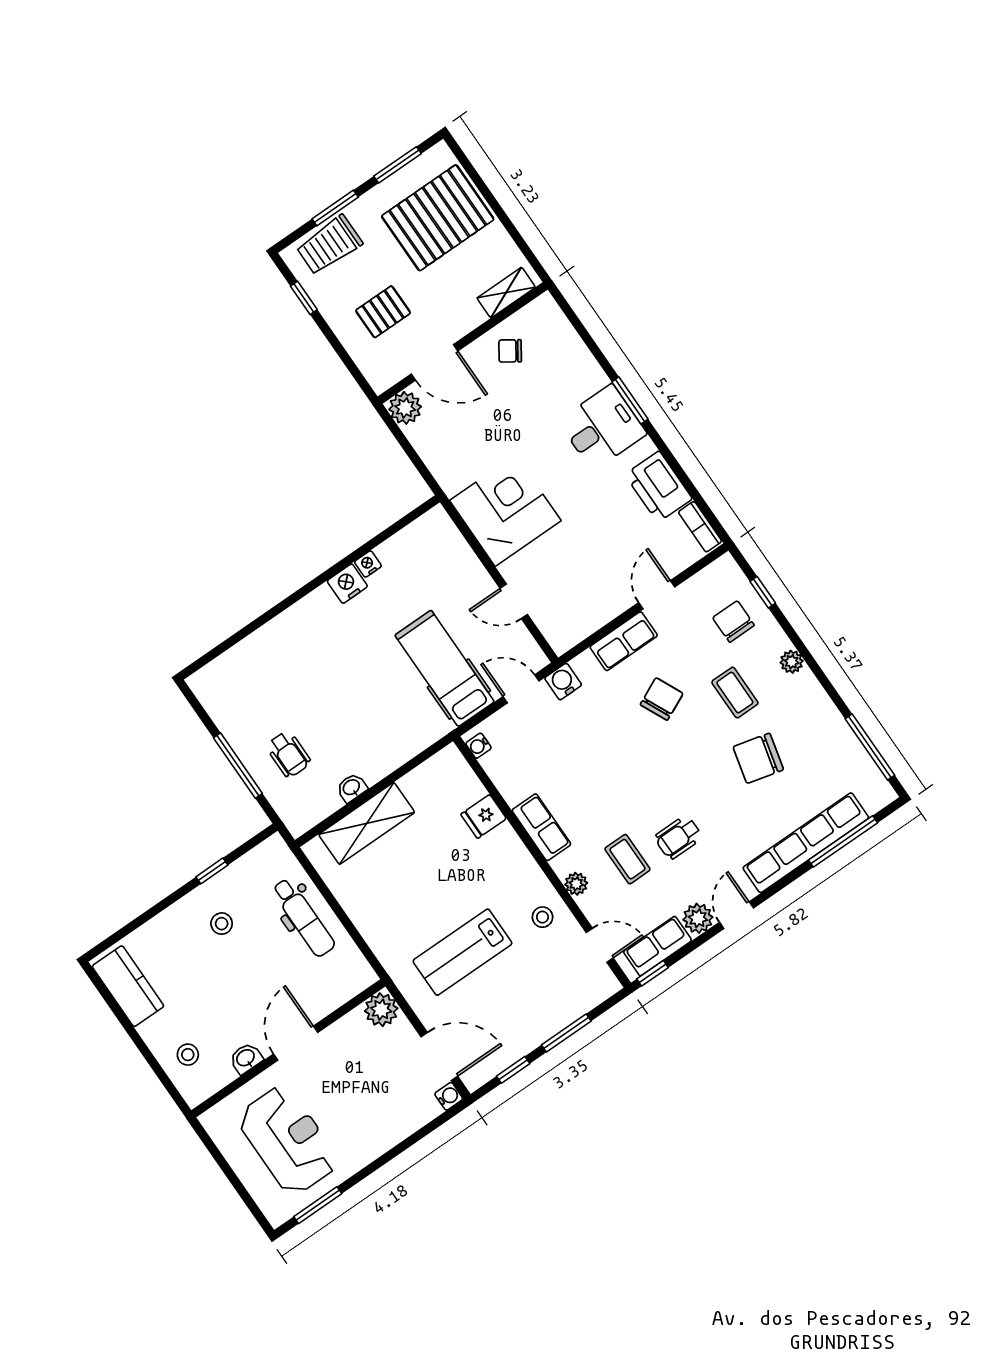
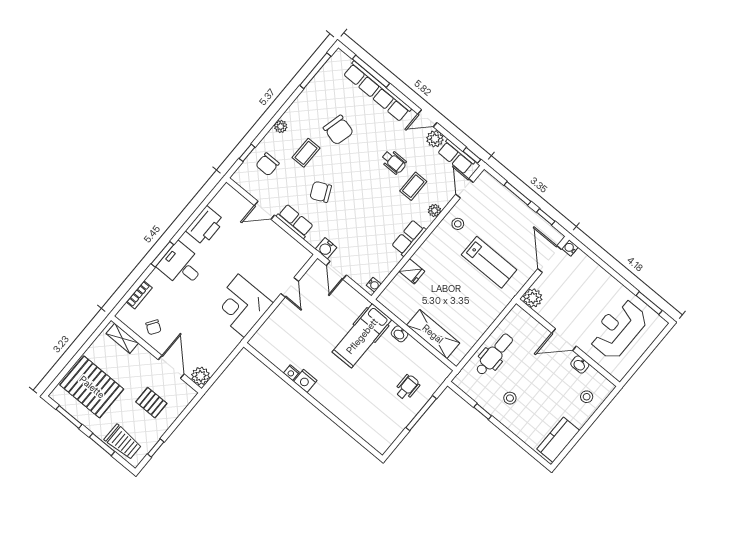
bookcase: (700, 527) -> (139, 295), moved
hospital bed: (445, 668) -> (362, 336), moved
washbasin: (352, 788) -> (399, 334), moved

